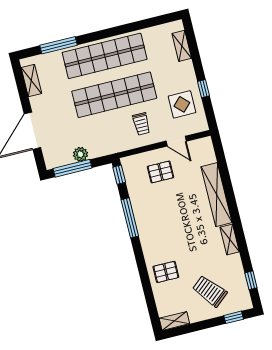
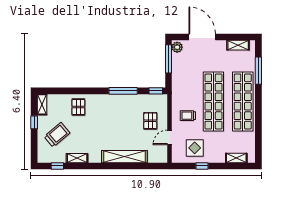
plant: (80, 154) -> (177, 47), moved
shelving: (230, 239) -> (77, 158), moved
window: (234, 317) -> (34, 122), moved

